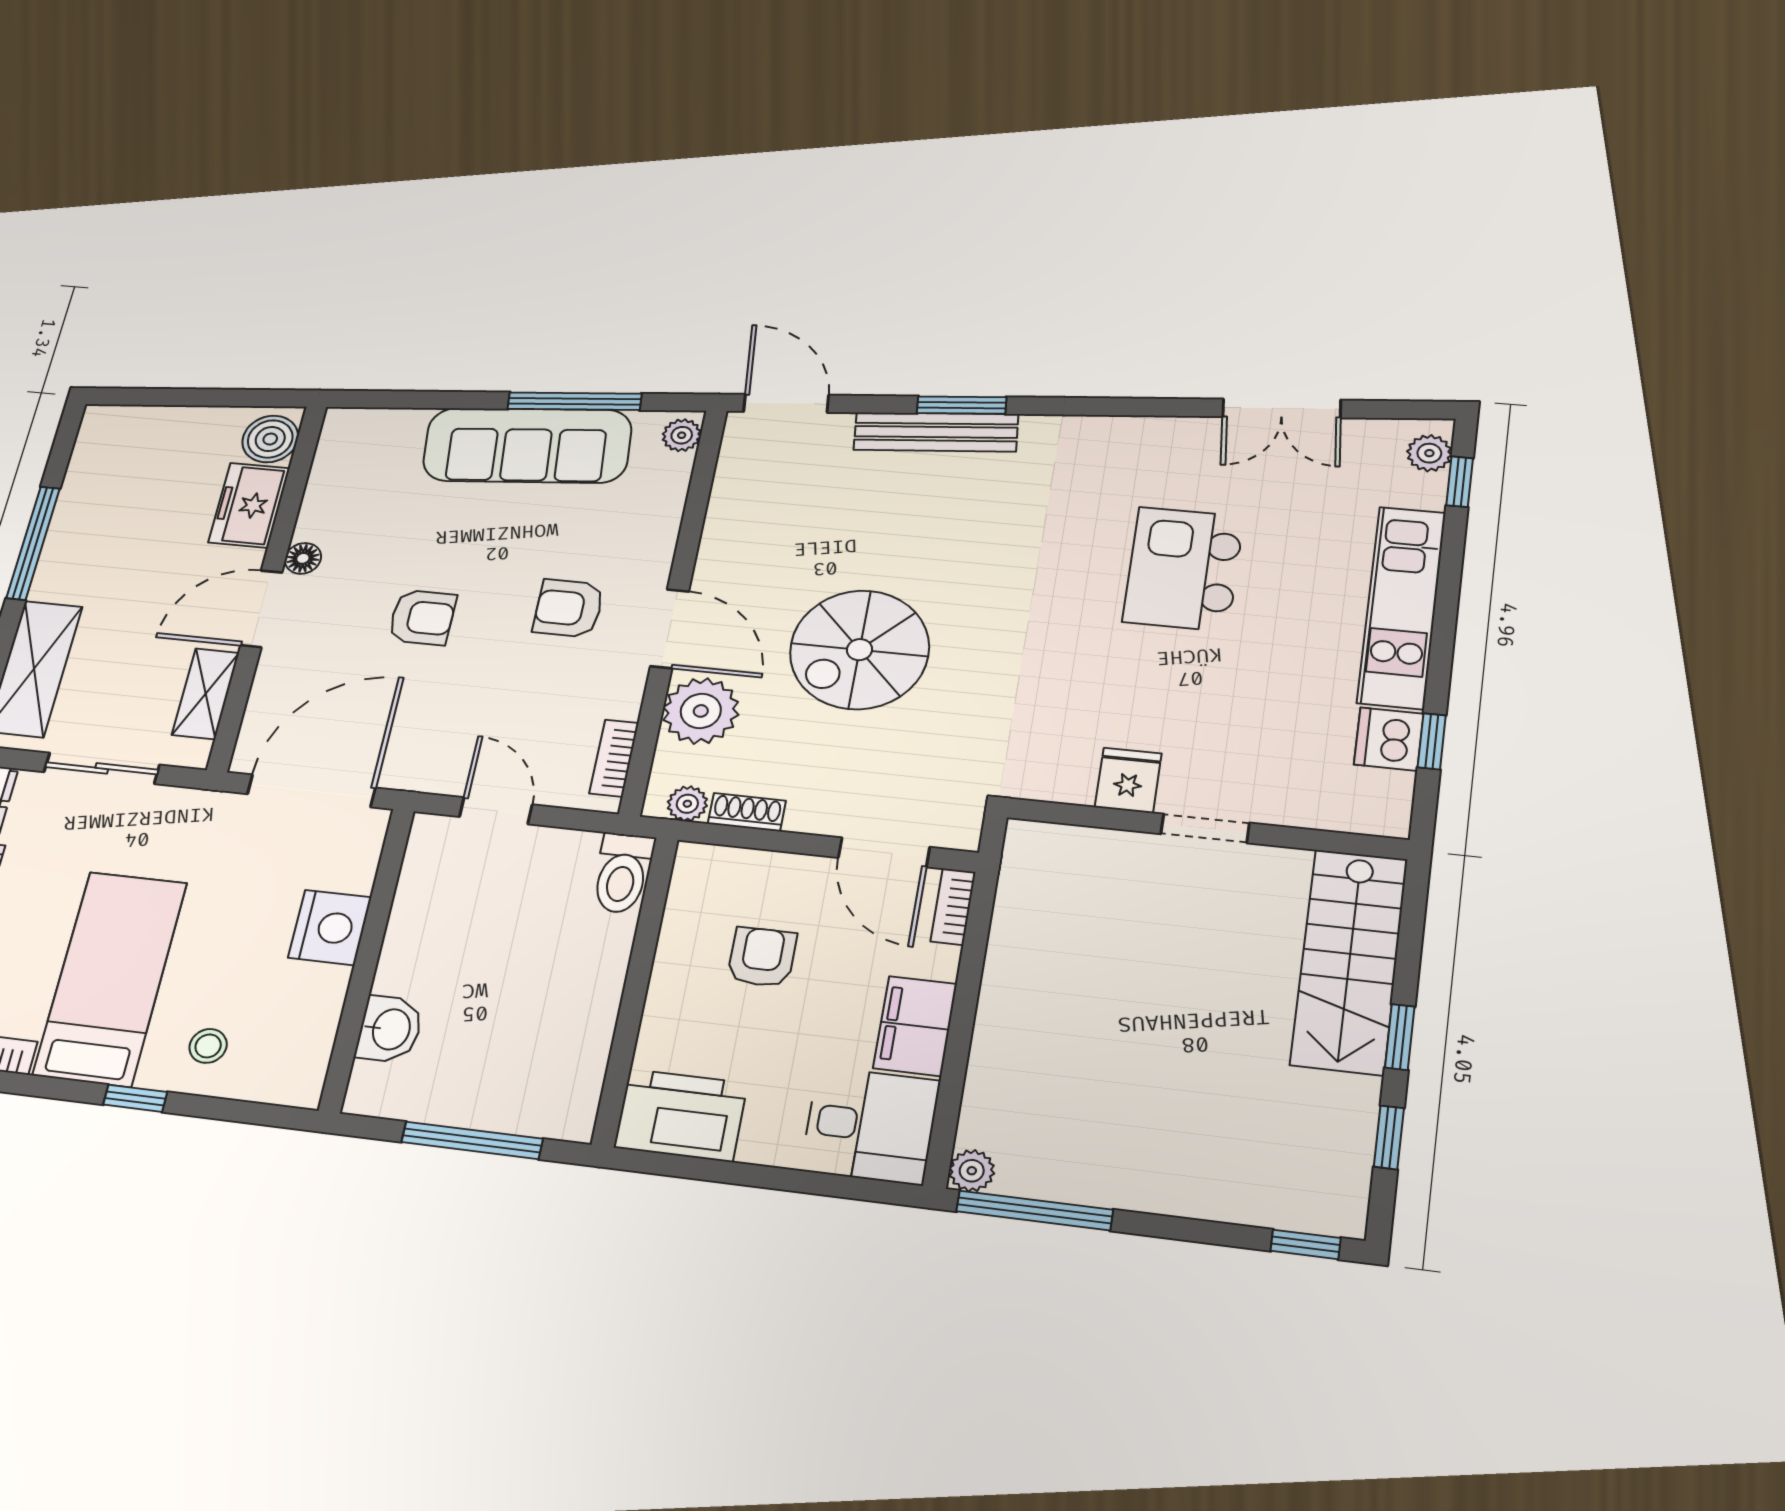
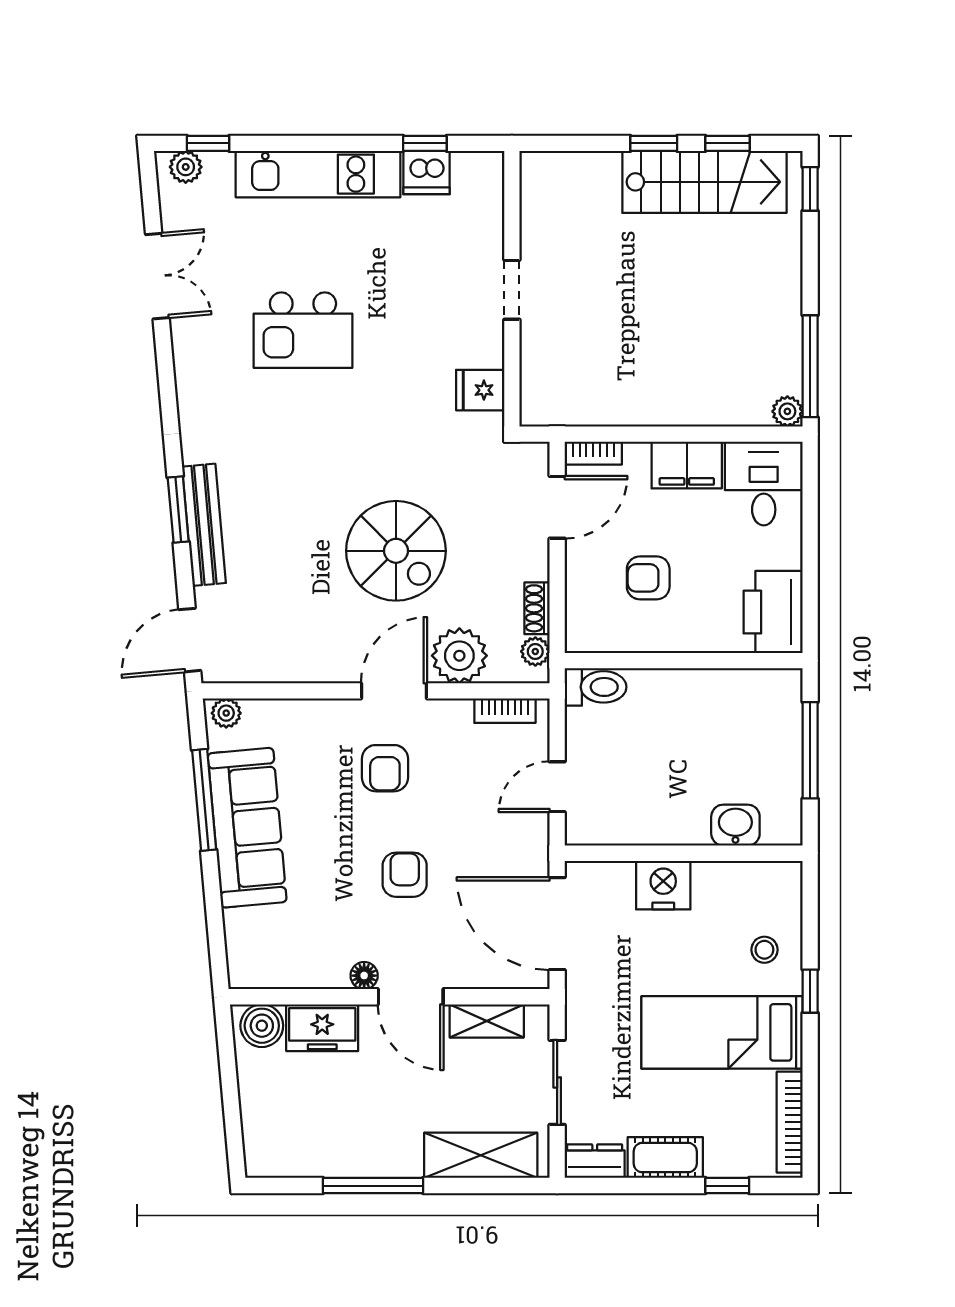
fridge: (1128, 780) -> (480, 390), moved
stairs: (1349, 961) -> (704, 182), moved

